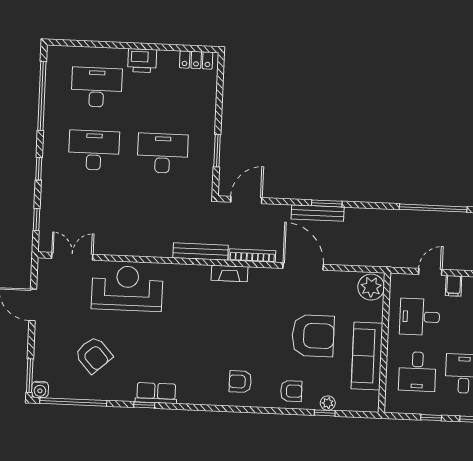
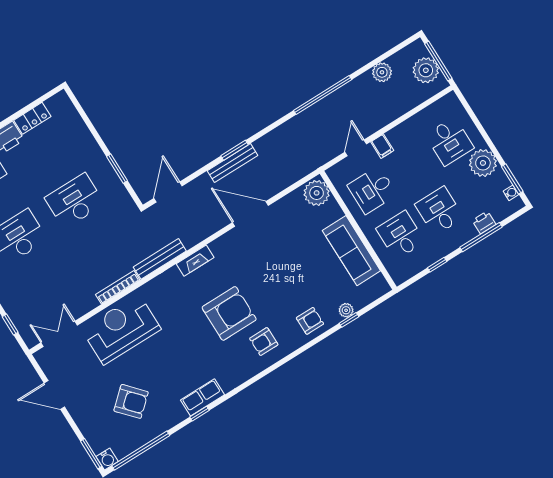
locker: (196, 60) -> (32, 118), moved
bookcase: (252, 256) -> (118, 287), moved
armchair: (313, 336) -> (229, 313), moved
desk: (417, 372) -> (401, 235), turned 180

